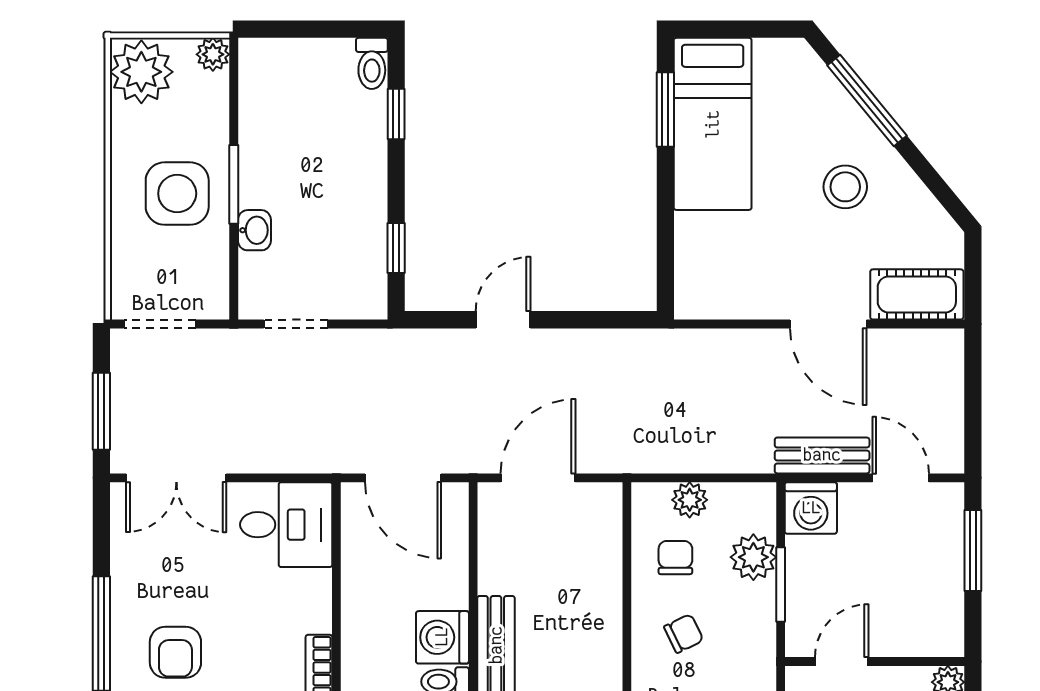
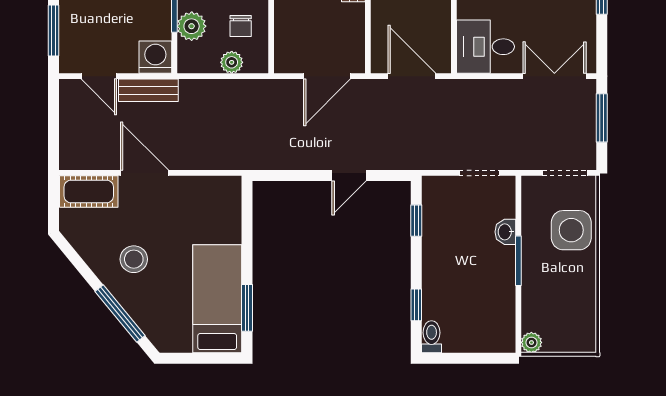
plant: (141, 72) -> (576, 331), removed
side table: (177, 194) -> (571, 230), moved

